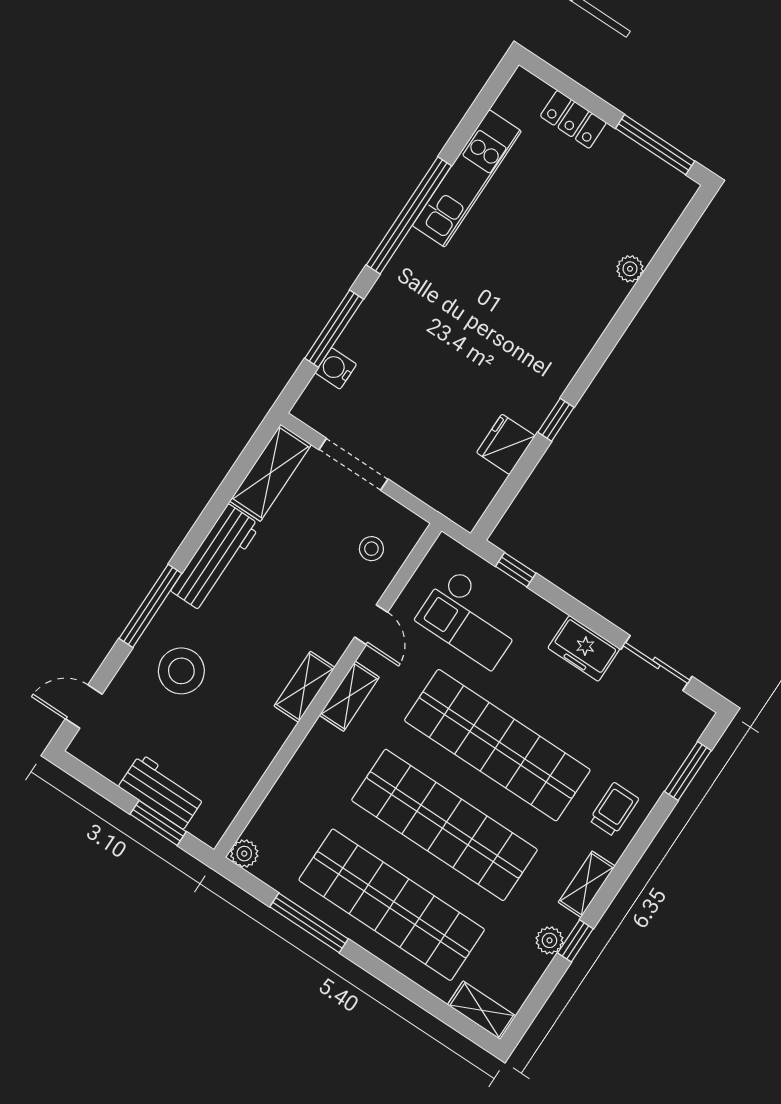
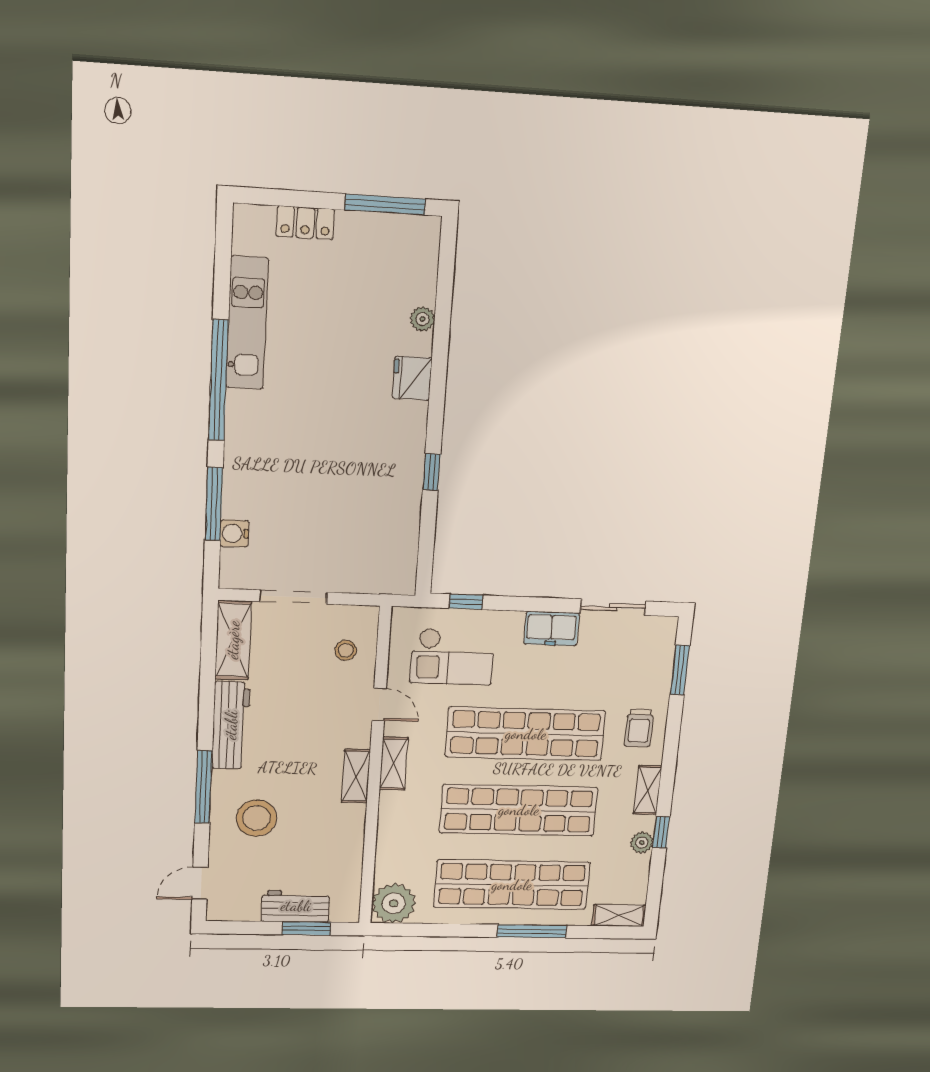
fridge: (506, 444) -> (412, 378), moved
trolley: (614, 809) -> (639, 728), turned 180
plant: (244, 854) -> (394, 903), width x1.88, depth x1.88
window: (309, 923) -> (532, 931), moved

